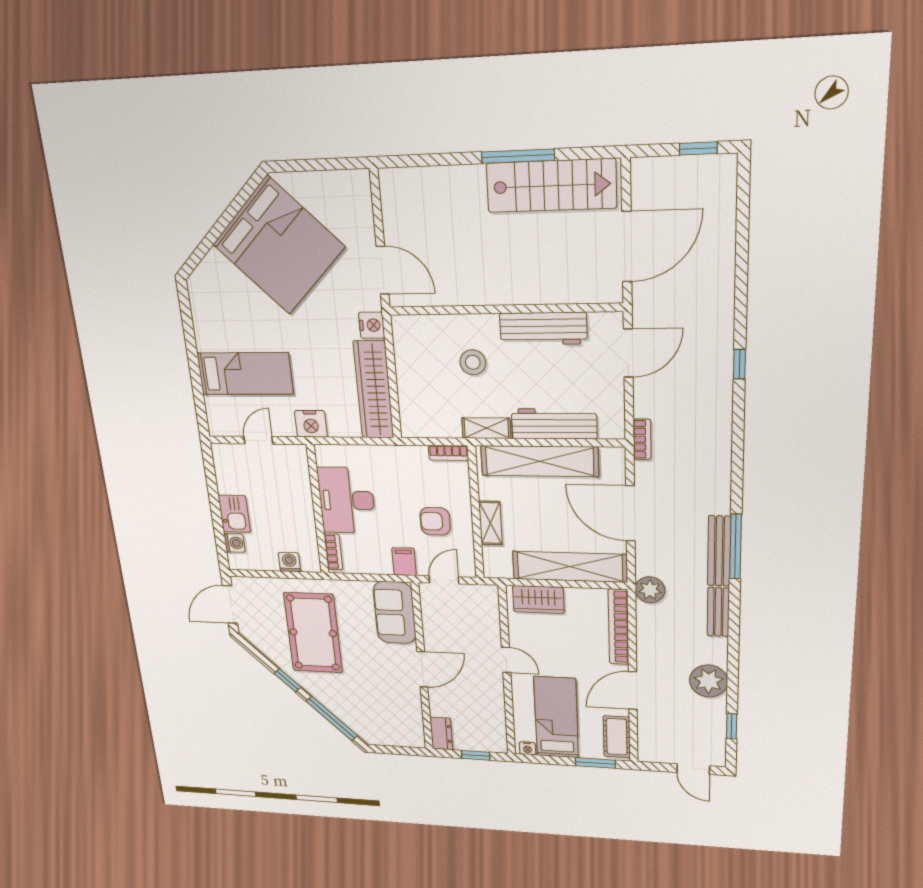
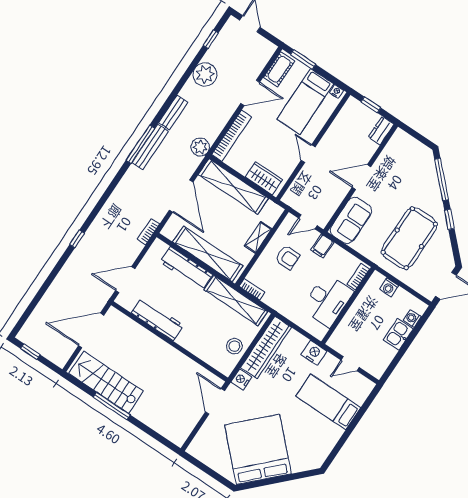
stool: (473, 362) -> (234, 346), moved
shelving: (486, 428) -> (236, 301), width x2.20, depth x1.33

